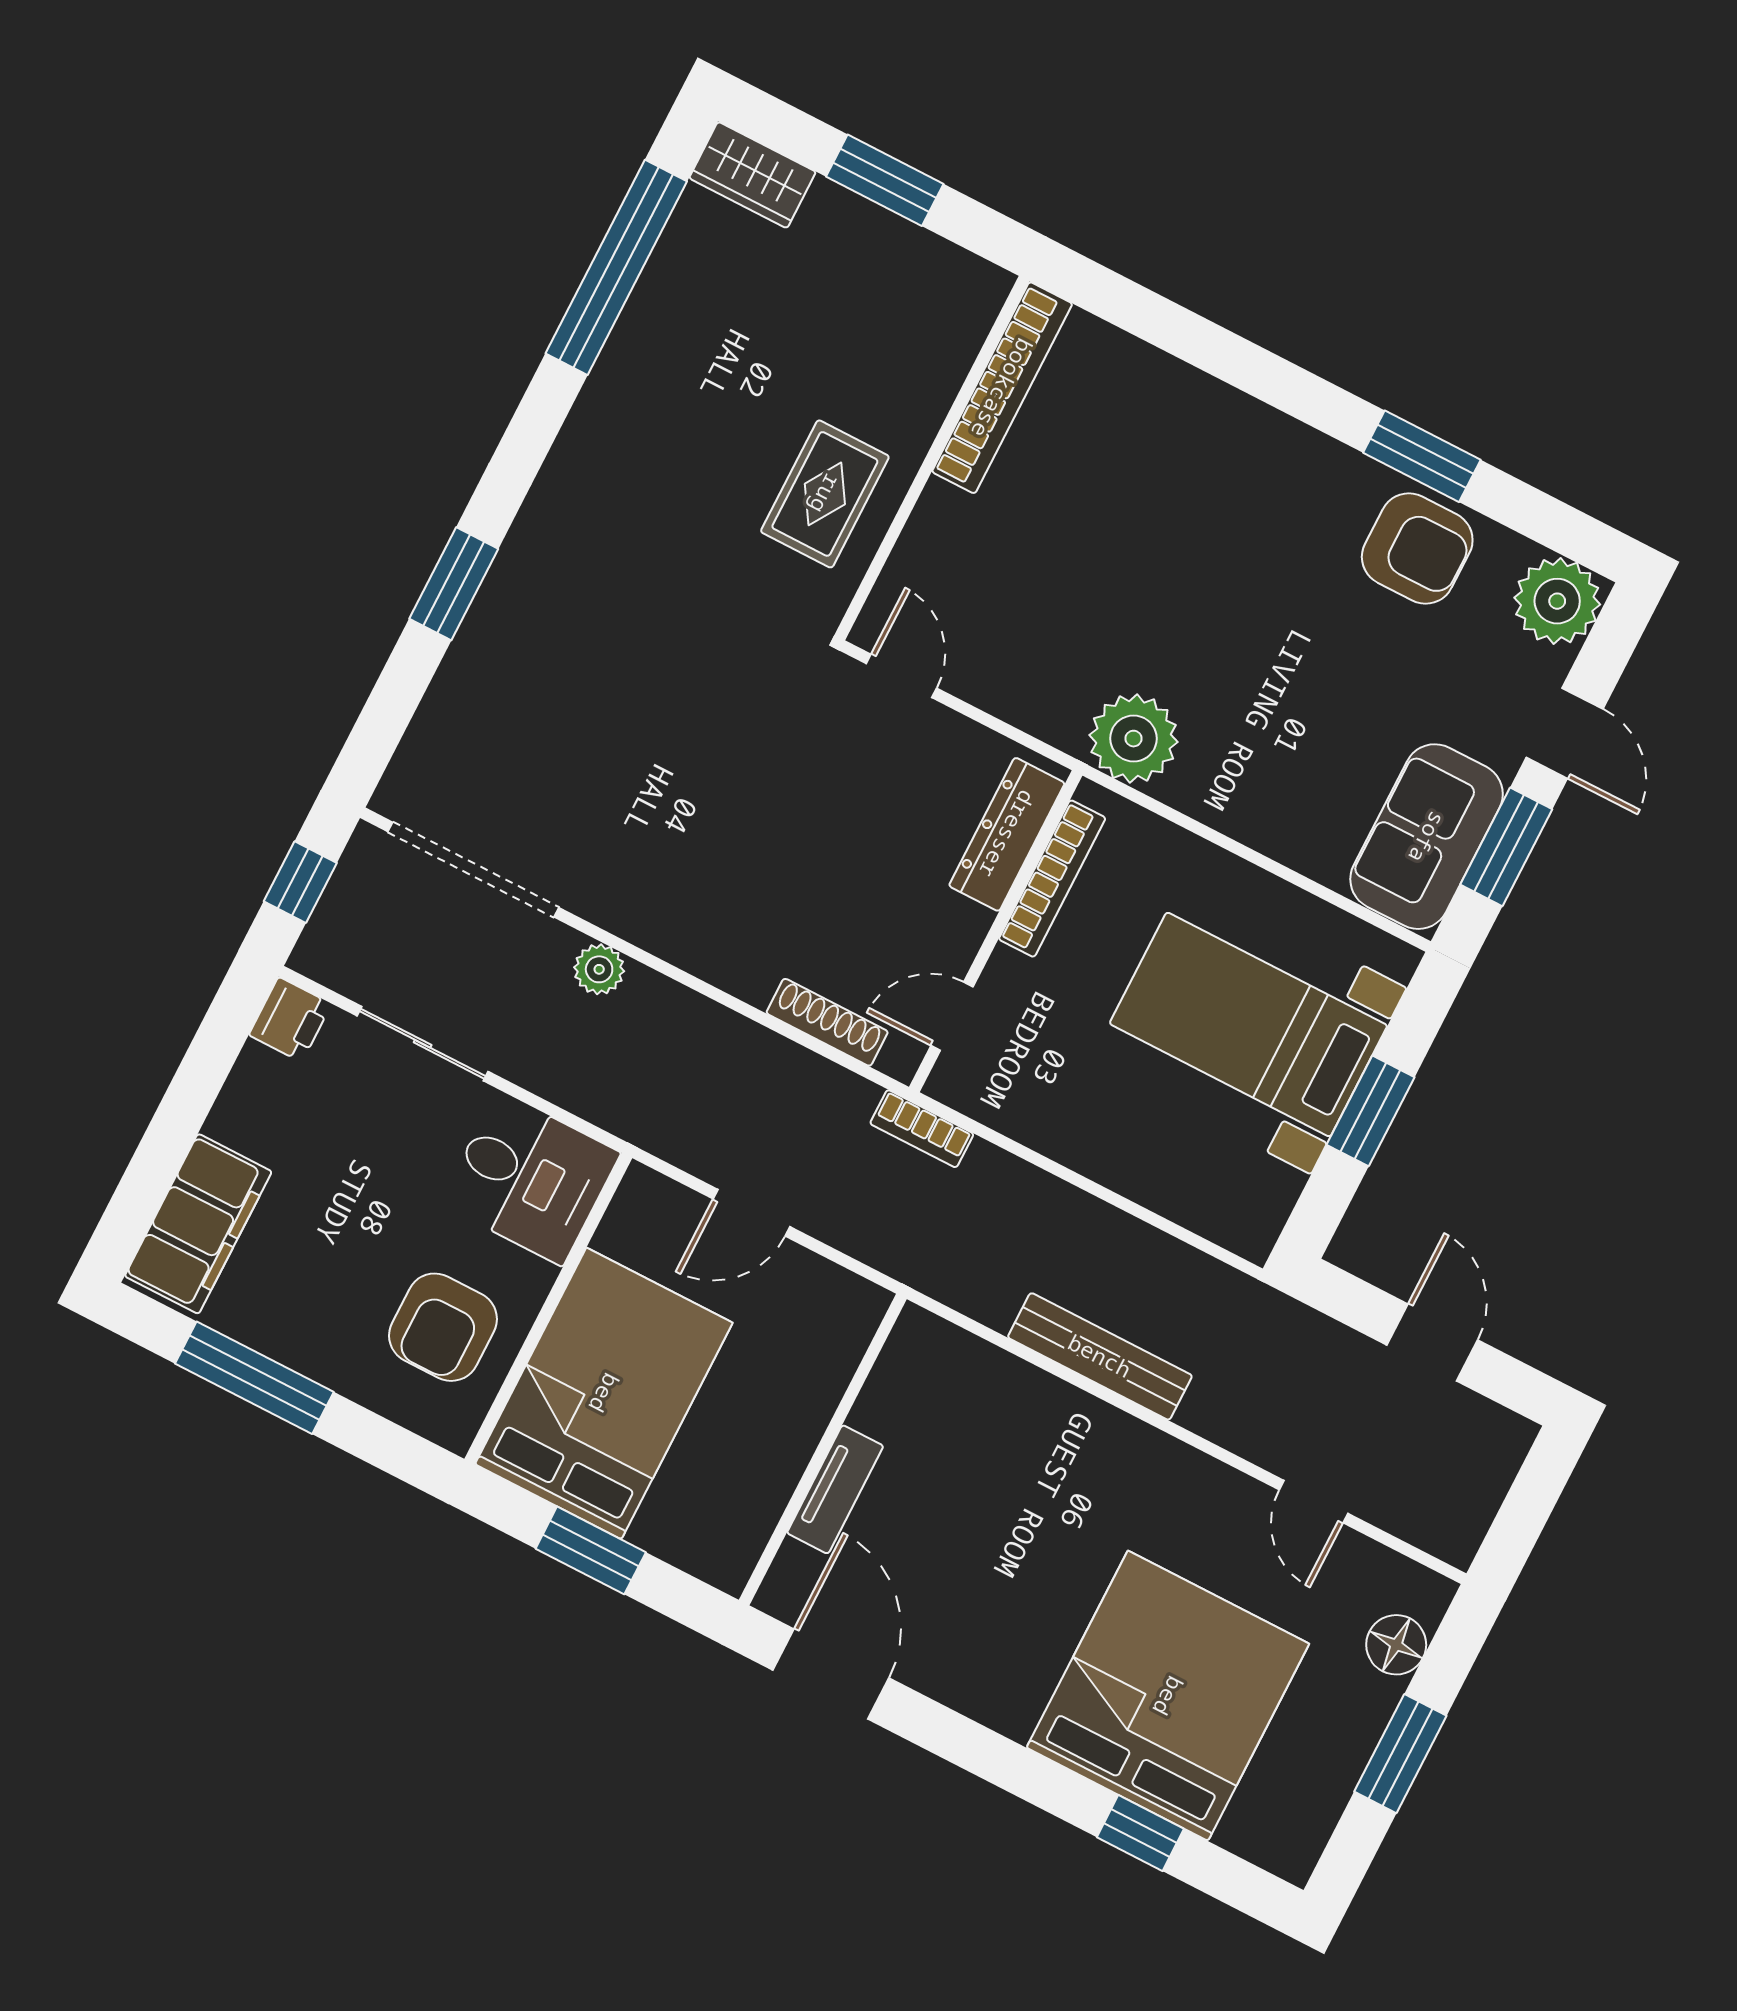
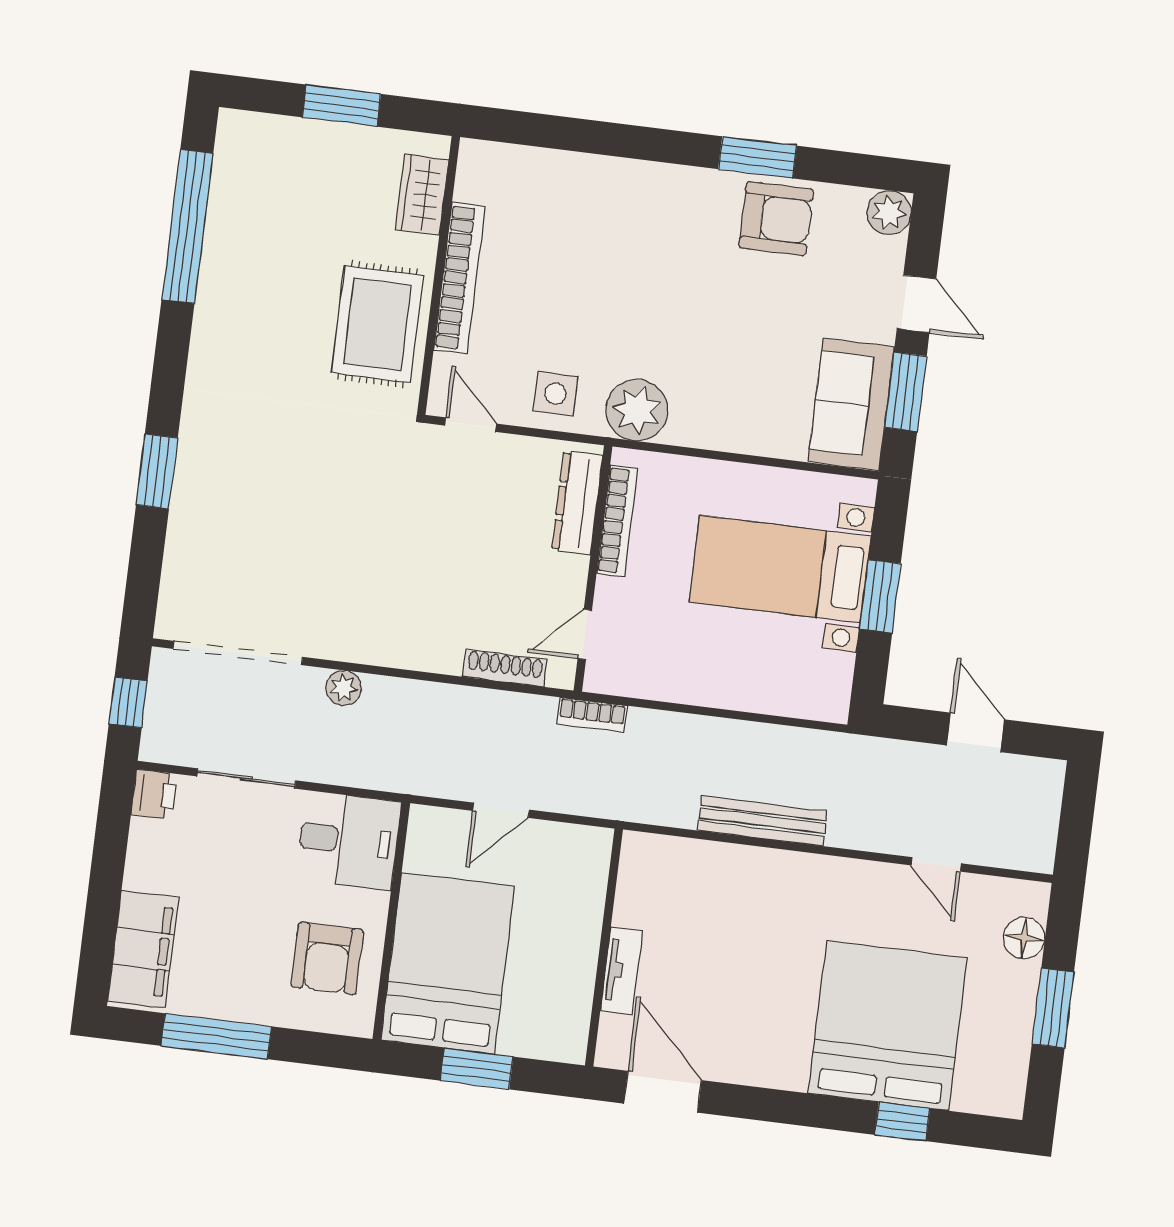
wardrobe: (753, 175) -> (422, 194), moved, turned 90
bookcase: (1002, 388) -> (459, 278), moved
rug: (825, 494) -> (377, 324), width x1.36, depth x1.43
plant: (1557, 601) -> (889, 213), width x0.73, depth x0.73
side table: (1032, 676) -> (556, 394), added

